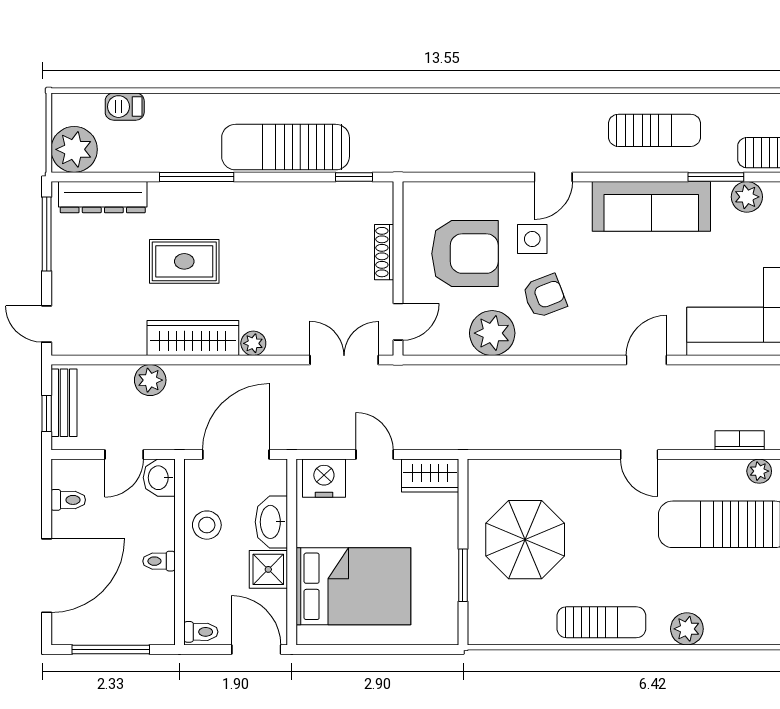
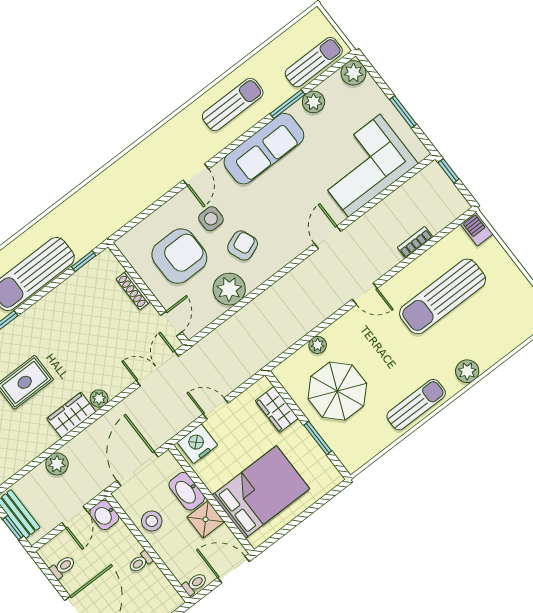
wardrobe: (193, 338) -> (71, 415), width x0.67
plant: (759, 471) -> (318, 345), moved
wardrobe: (430, 476) -> (277, 409), moved, turned 90

